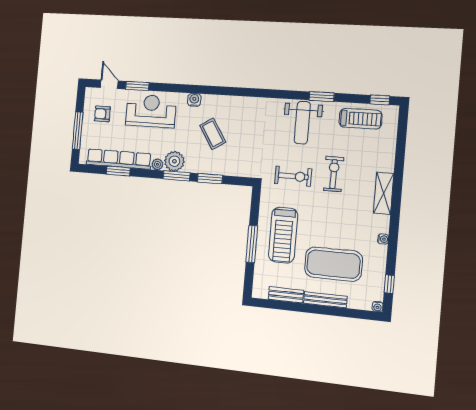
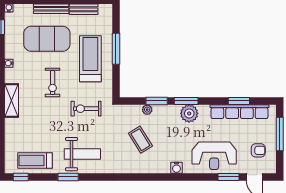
weight bench: (302, 123) -> (82, 154), turned 90
coffee table: (213, 134) -> (140, 140), moved
plant: (157, 164) -> (147, 110), moved
exercise bike: (334, 174) -> (53, 83), moved

